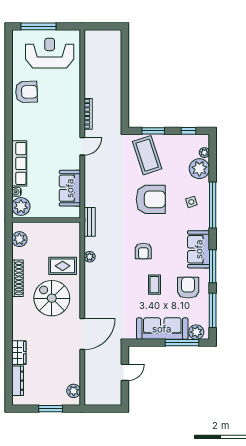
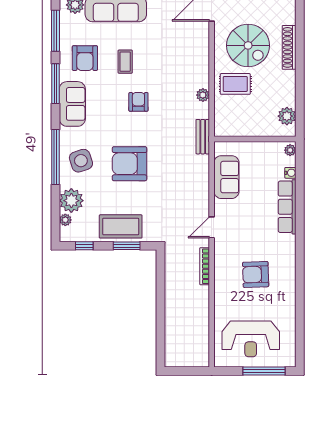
armchair: (26, 92) -> (256, 274), moved
coffee table: (147, 155) -> (121, 226), moved, turned -72
side table: (191, 202) -> (81, 161), width x1.87, depth x1.87
plant: (21, 206) -> (290, 150), width x0.53, depth x0.53
shoe rack: (18, 278) -> (289, 47), moved

